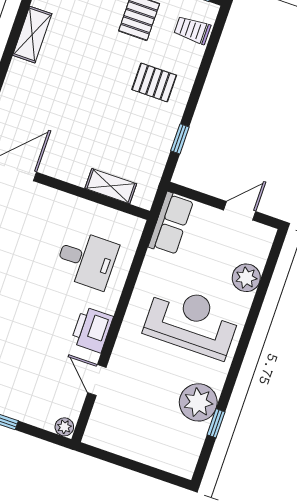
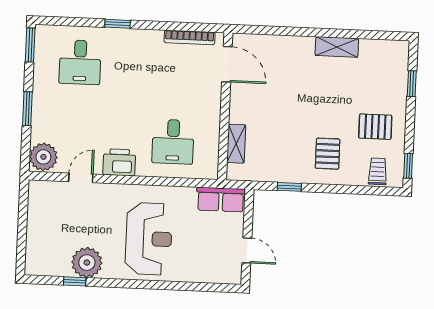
plant: (246, 278) -> (196, 271), removed
plant: (64, 427) -> (43, 157), width x1.88, depth x1.88

